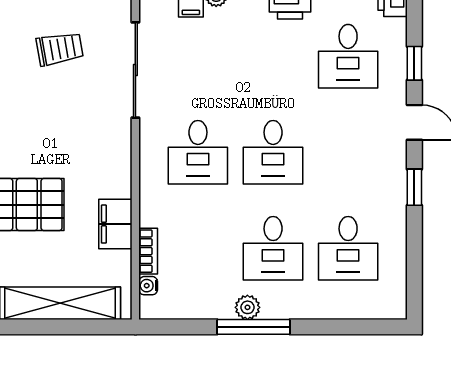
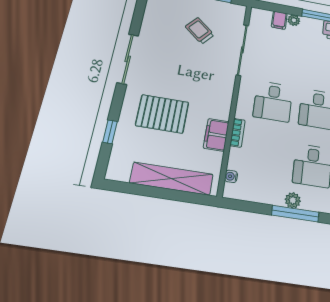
trolley: (60, 49) -> (200, 31), turned -130
bookcase: (148, 251) -> (238, 133), moved

